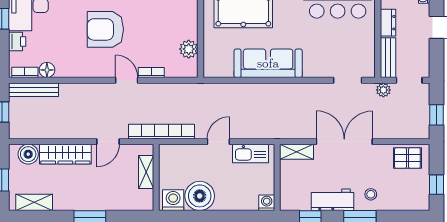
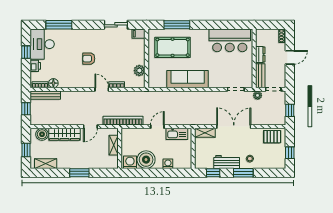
armchair: (105, 29) -> (89, 59), width x0.53, depth x0.53
washing machine: (267, 203) -> (168, 164), moved

